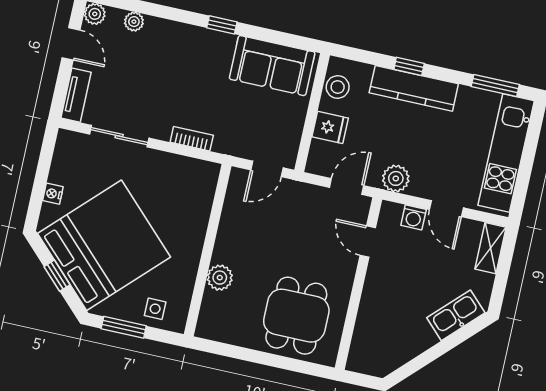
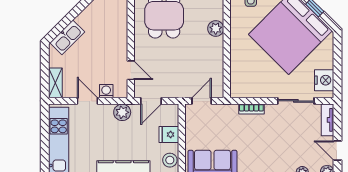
nightstand: (53, 194) -> (324, 80), moved, width x1.89, depth x1.79

